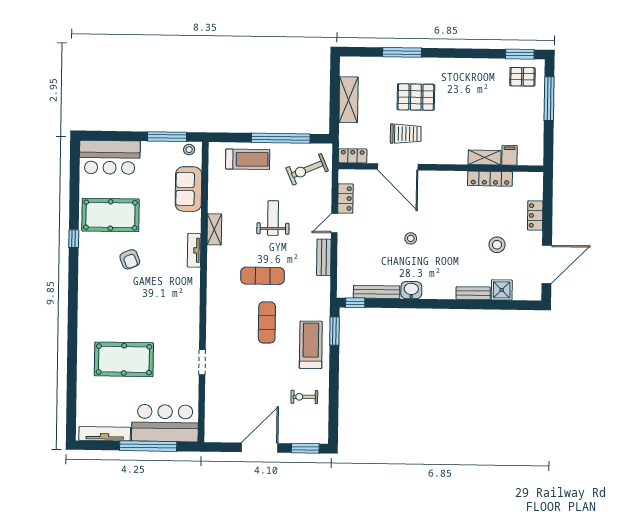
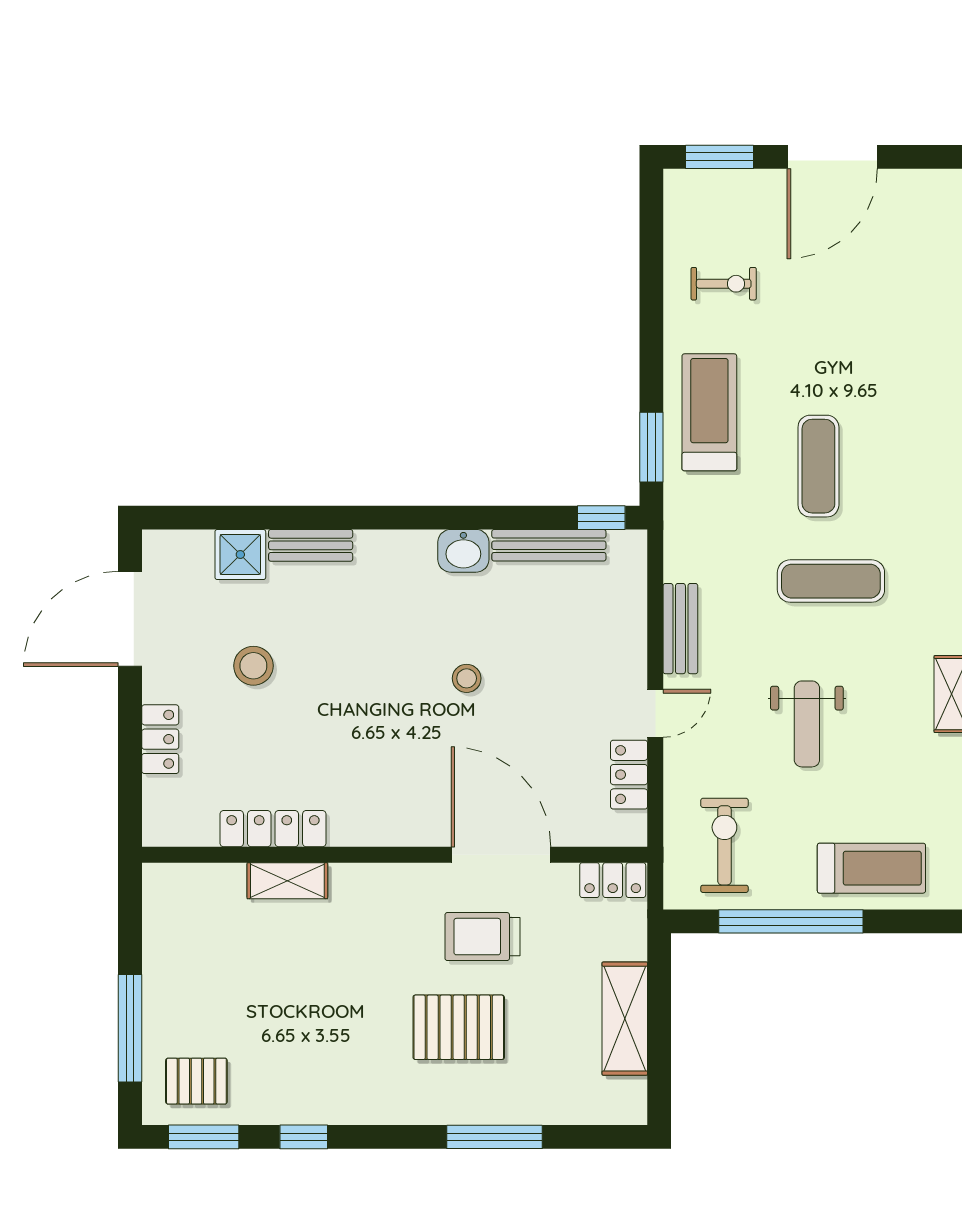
window: (479, 54) -> (304, 1137), added
filing cabinet: (510, 155) -> (226, 887), removed
treadmill: (248, 159) -> (871, 868), turned 180
exercise bike: (307, 169) -> (724, 845), turned -67
treadmill: (311, 345) -> (709, 412), turned 180

